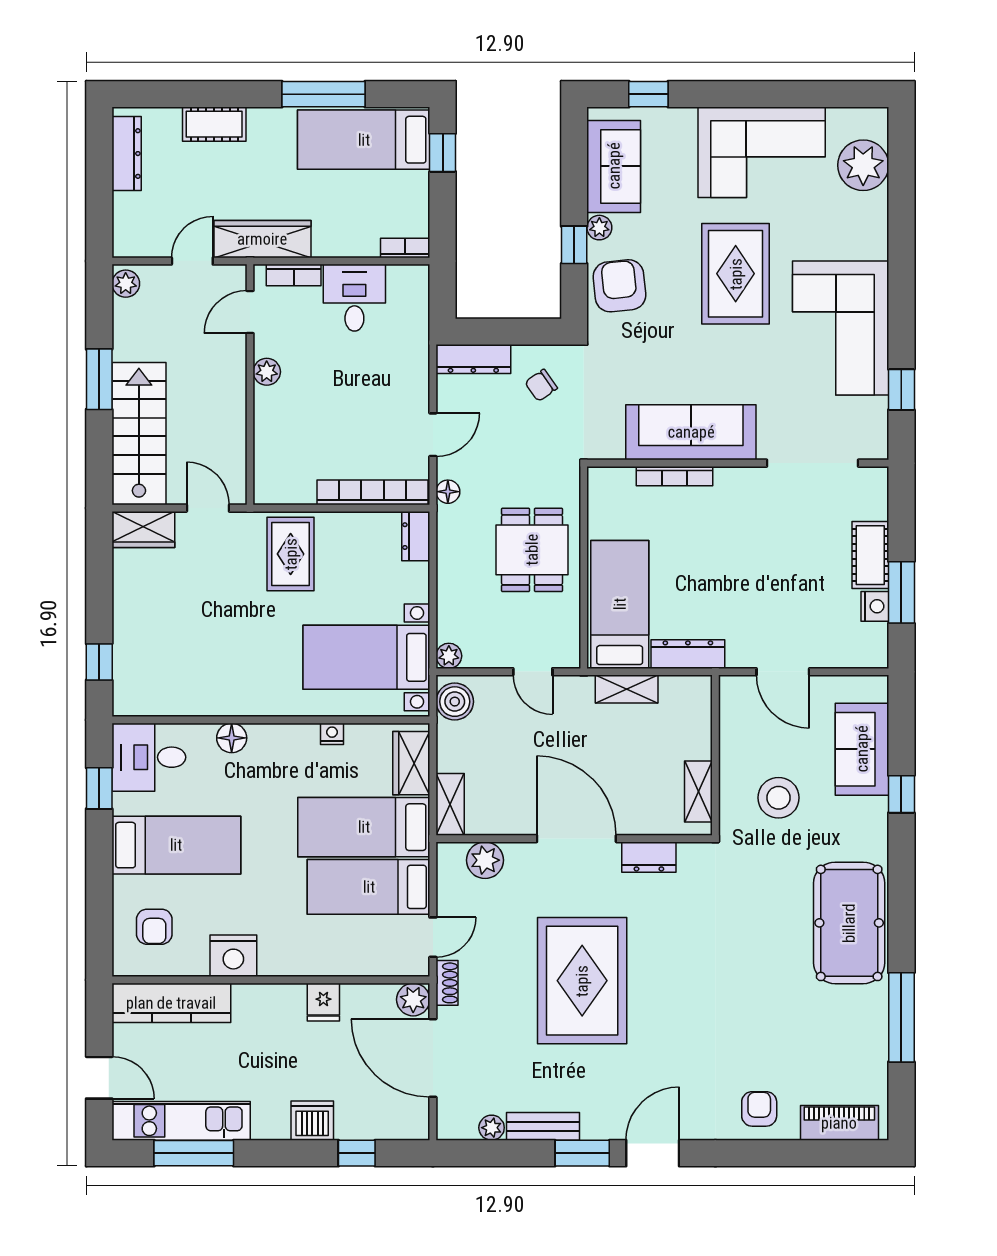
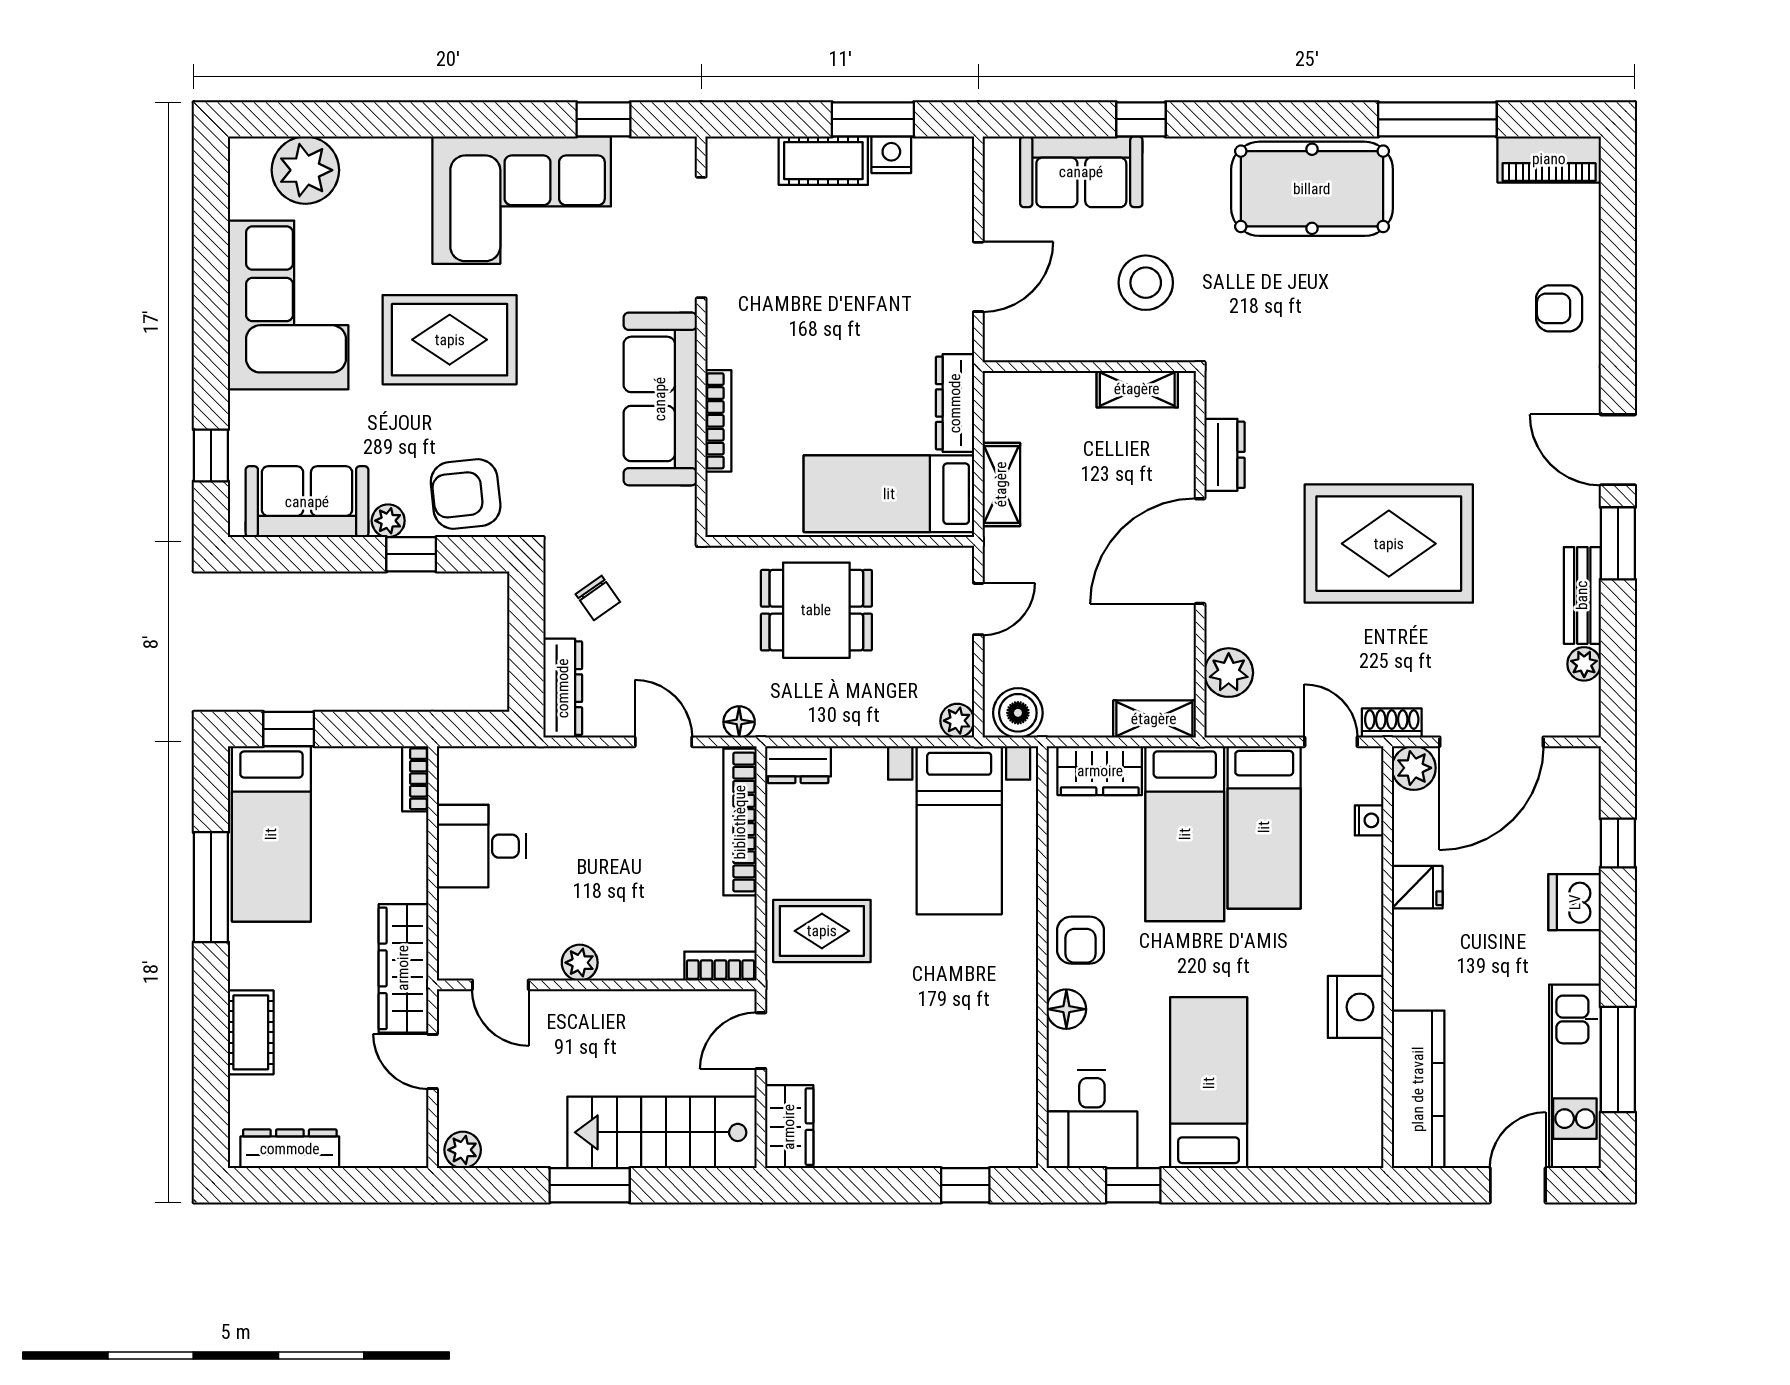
bookcase: (294, 275) -> (720, 966), moved, turned -90
nightstand: (332, 734) -> (1369, 820), moved, turned 180
armchair: (154, 927) -> (1081, 940), moved, turned 90
piano: (839, 1123) -> (1549, 159), moved, turned -90

